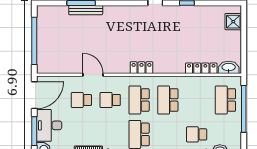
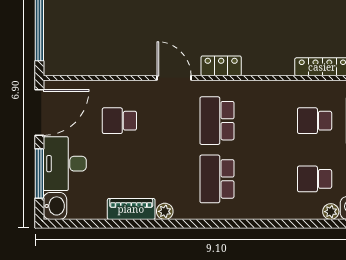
door: (93, 75) -> (174, 78), moved
school desk: (110, 100) -> (168, 121), removed
school desk: (168, 100) -> (315, 121), moved, width x0.54

